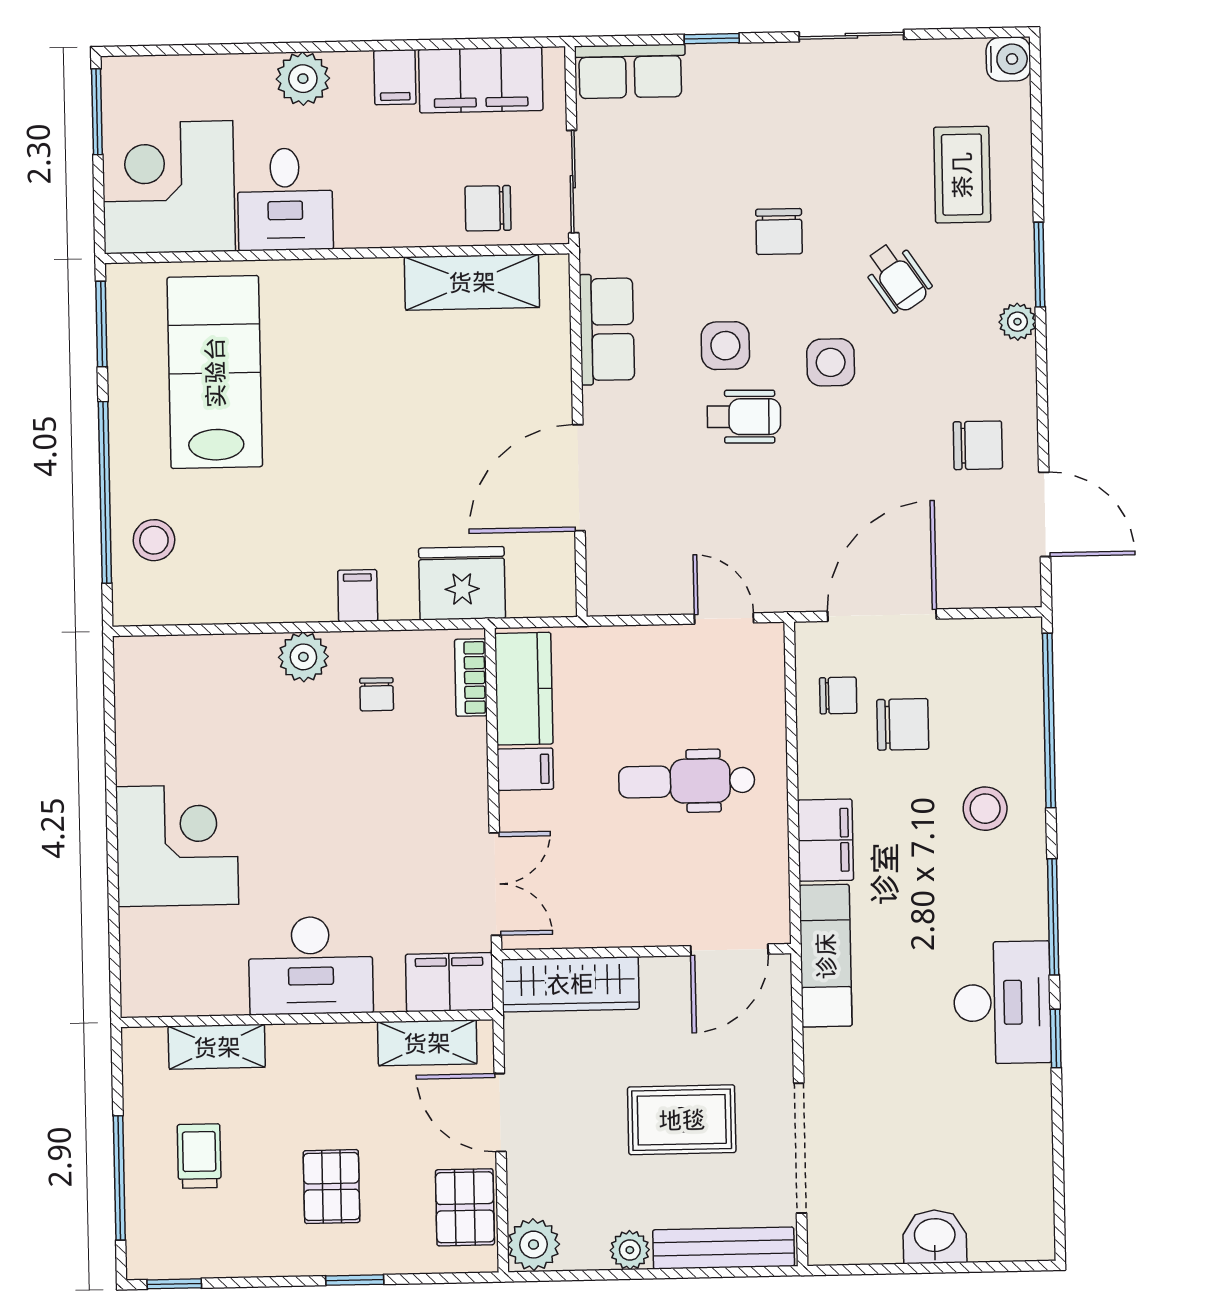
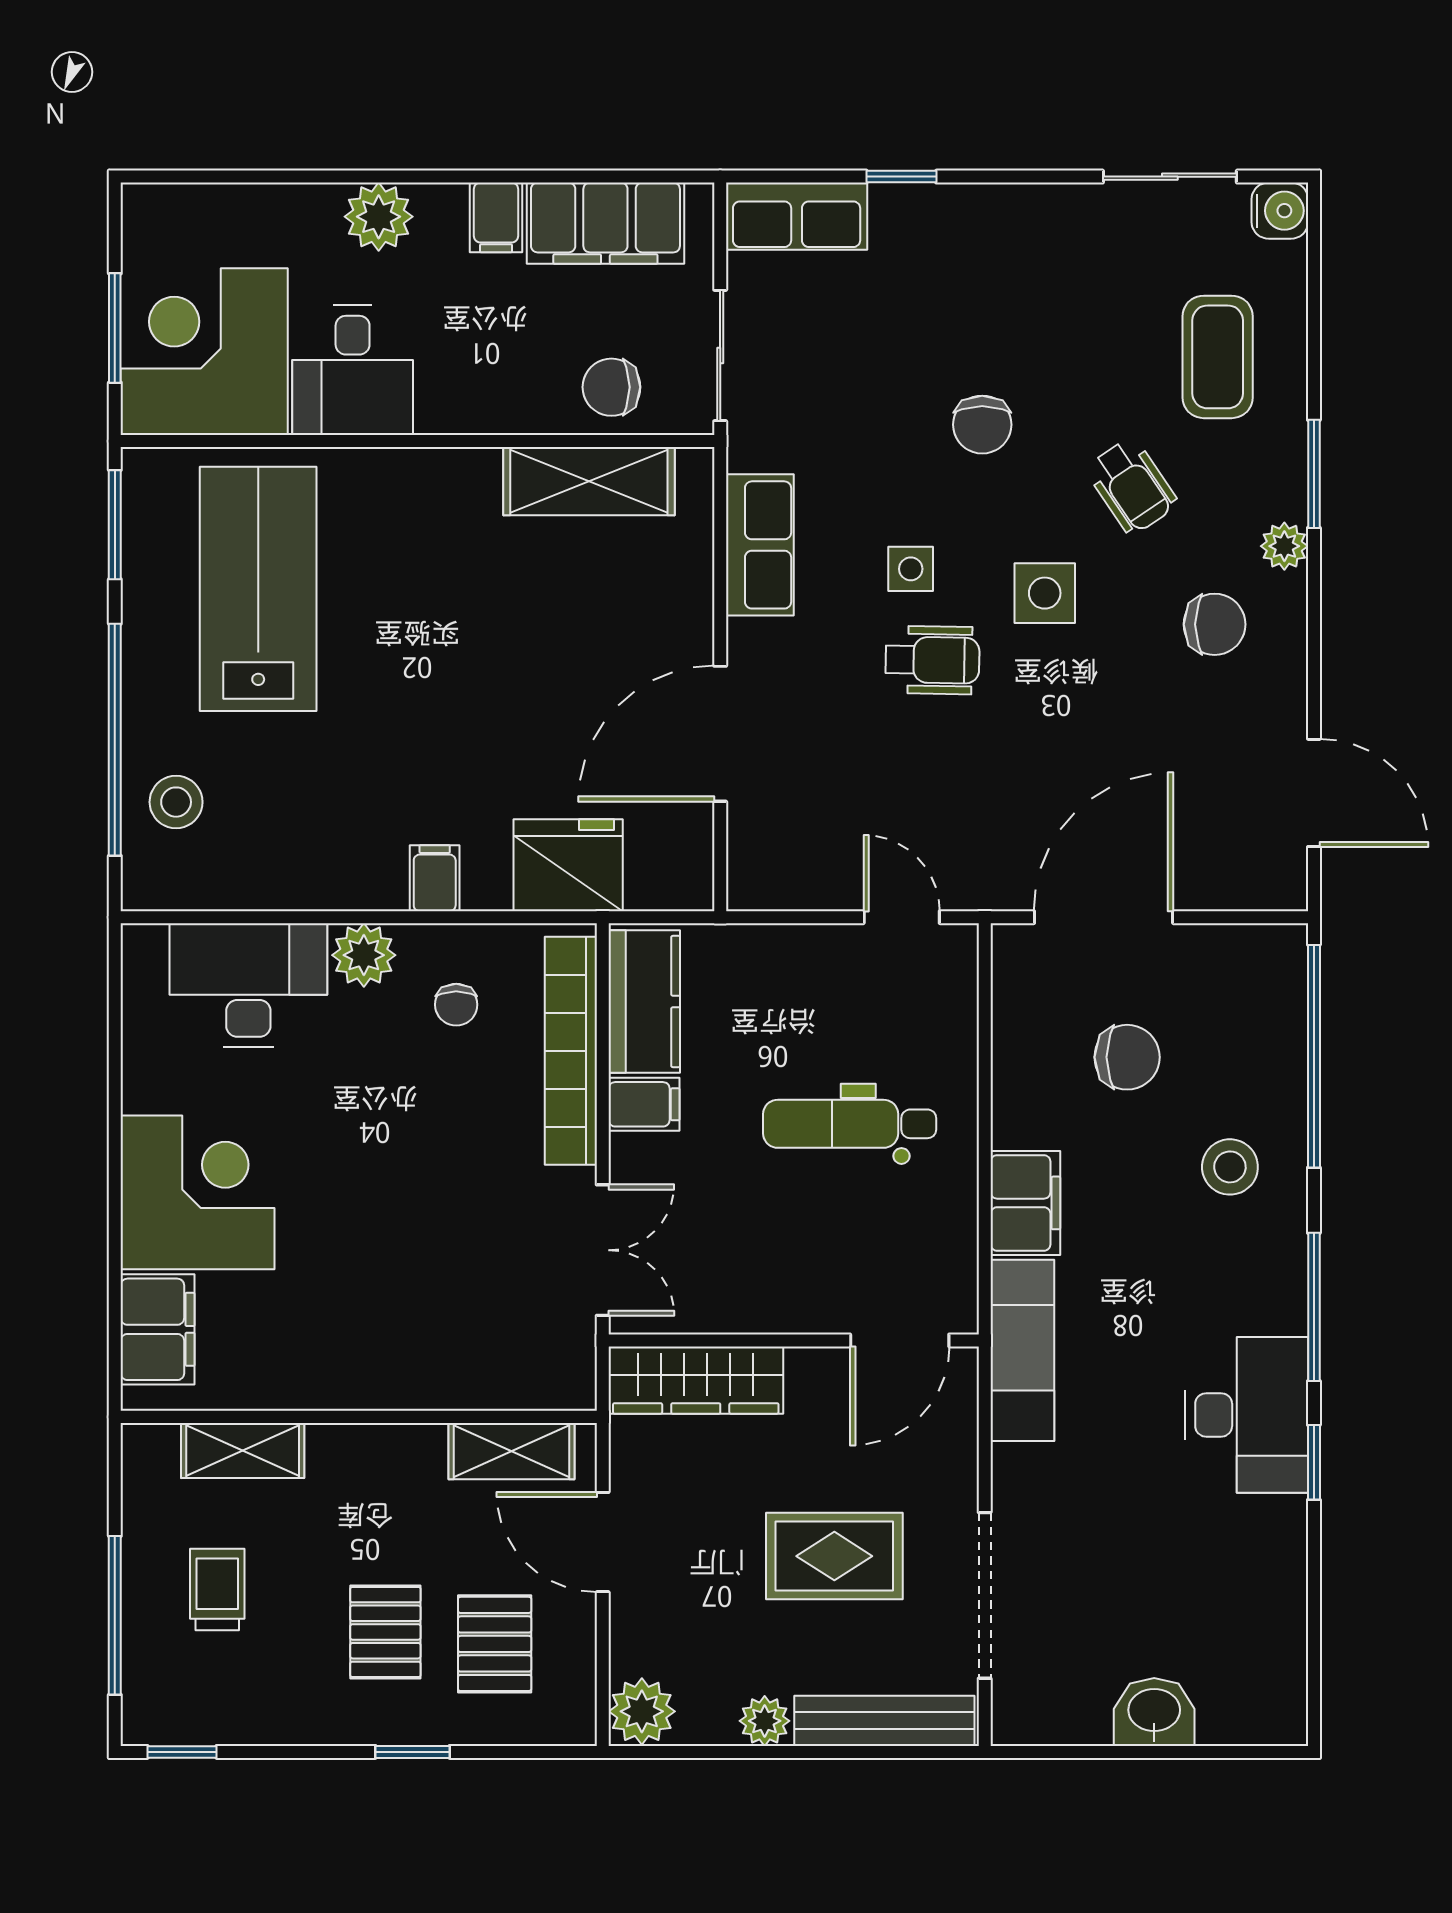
sliding door: (851, 36) -> (1170, 177), moved
window: (97, 112) -> (115, 328), moved
side table: (725, 346) -> (911, 569), width x0.73, depth x0.73
chair: (978, 445) -> (1215, 624), moved
bookcase: (471, 678) -> (571, 1051), width x2.31, depth x1.31
chair: (838, 695) -> (1045, 1019), removed
desk: (311, 965) -> (248, 985), moved, turned 180
filing cabinet: (449, 982) -> (158, 1329), moved, turned 90
pallet: (465, 1207) -> (495, 1644), moved

